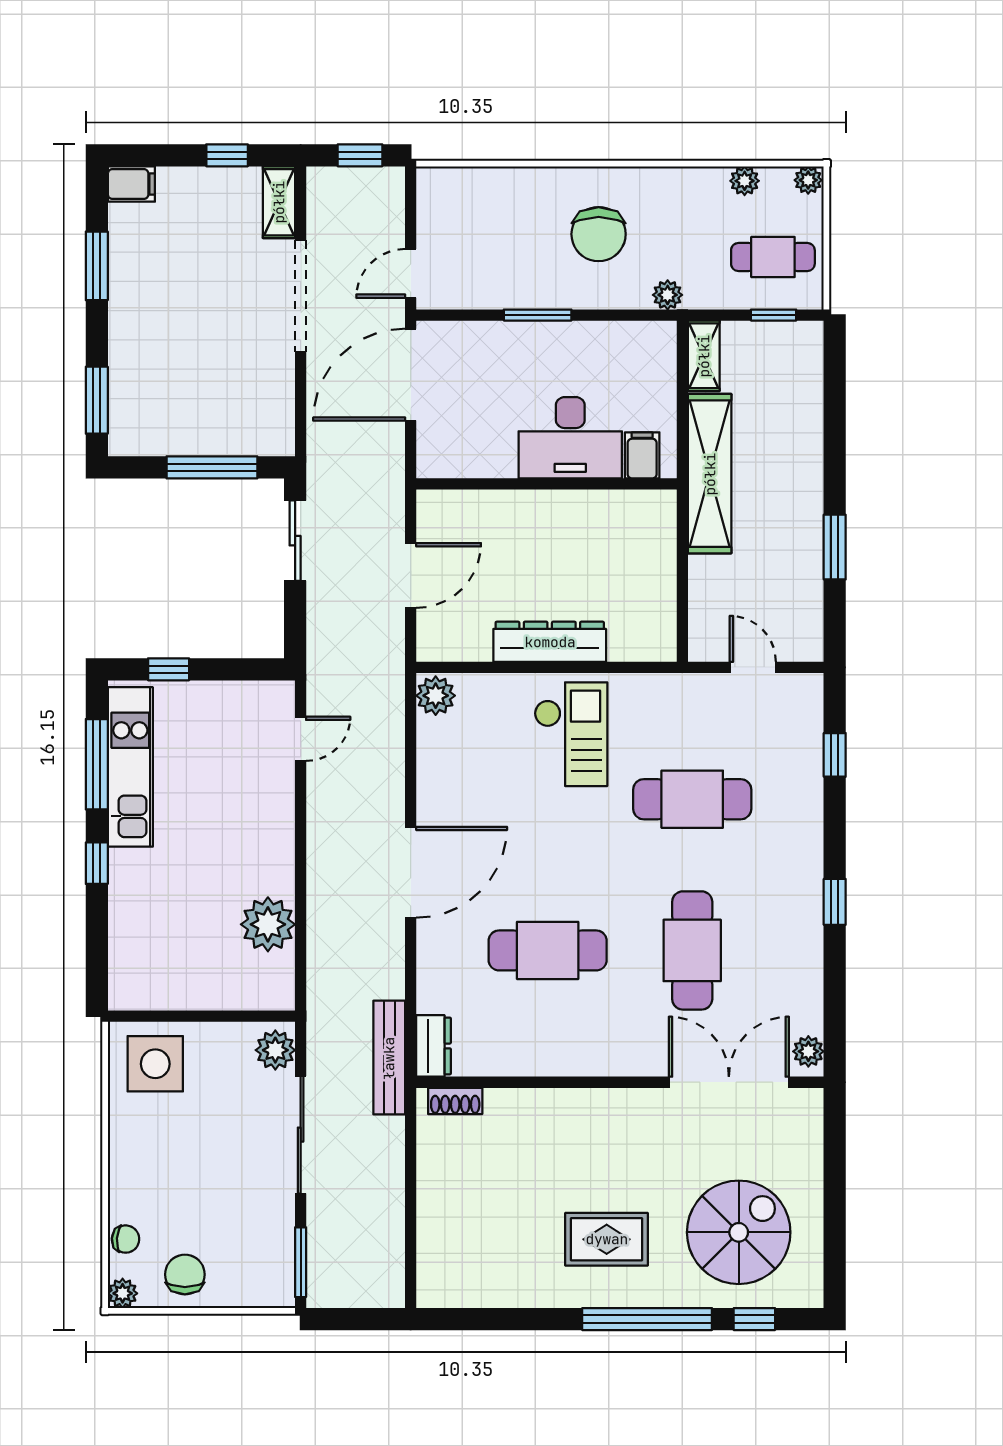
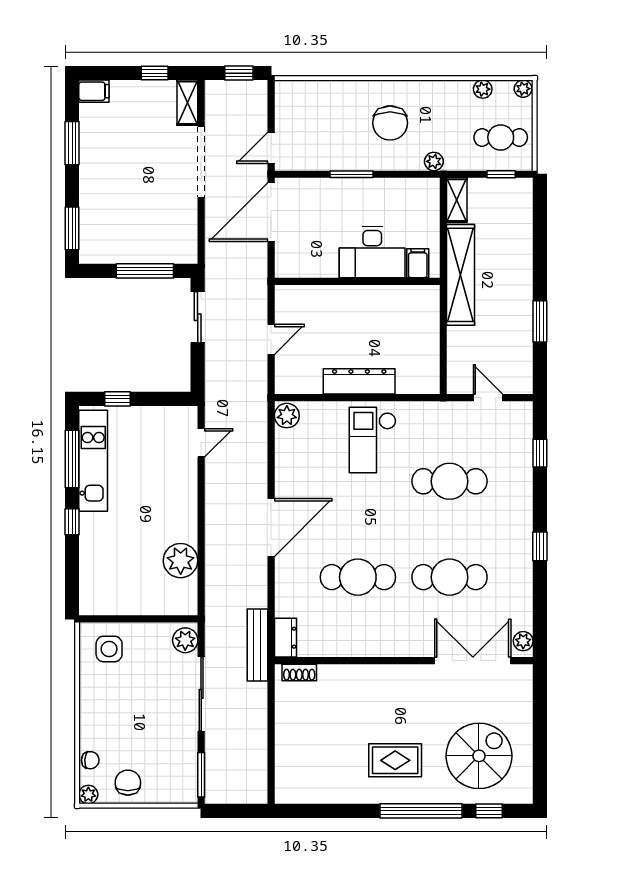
door: (411, 576) -> (271, 339), width x0.73
checkout: (571, 734) -> (373, 440), turned 180
cafe table: (692, 950) -> (450, 577), turned 90
side table: (155, 1064) -> (109, 649), width x0.73, depth x0.73

